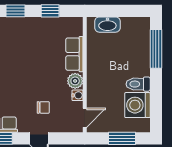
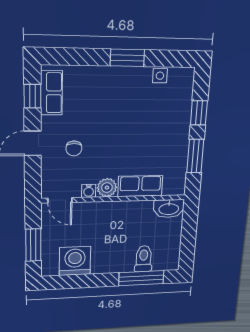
window: (50, 11) -> (195, 156), width x1.50
washbasin: (107, 25) -> (169, 209), moved, turned -90
toilet: (138, 84) -> (144, 259), moved

